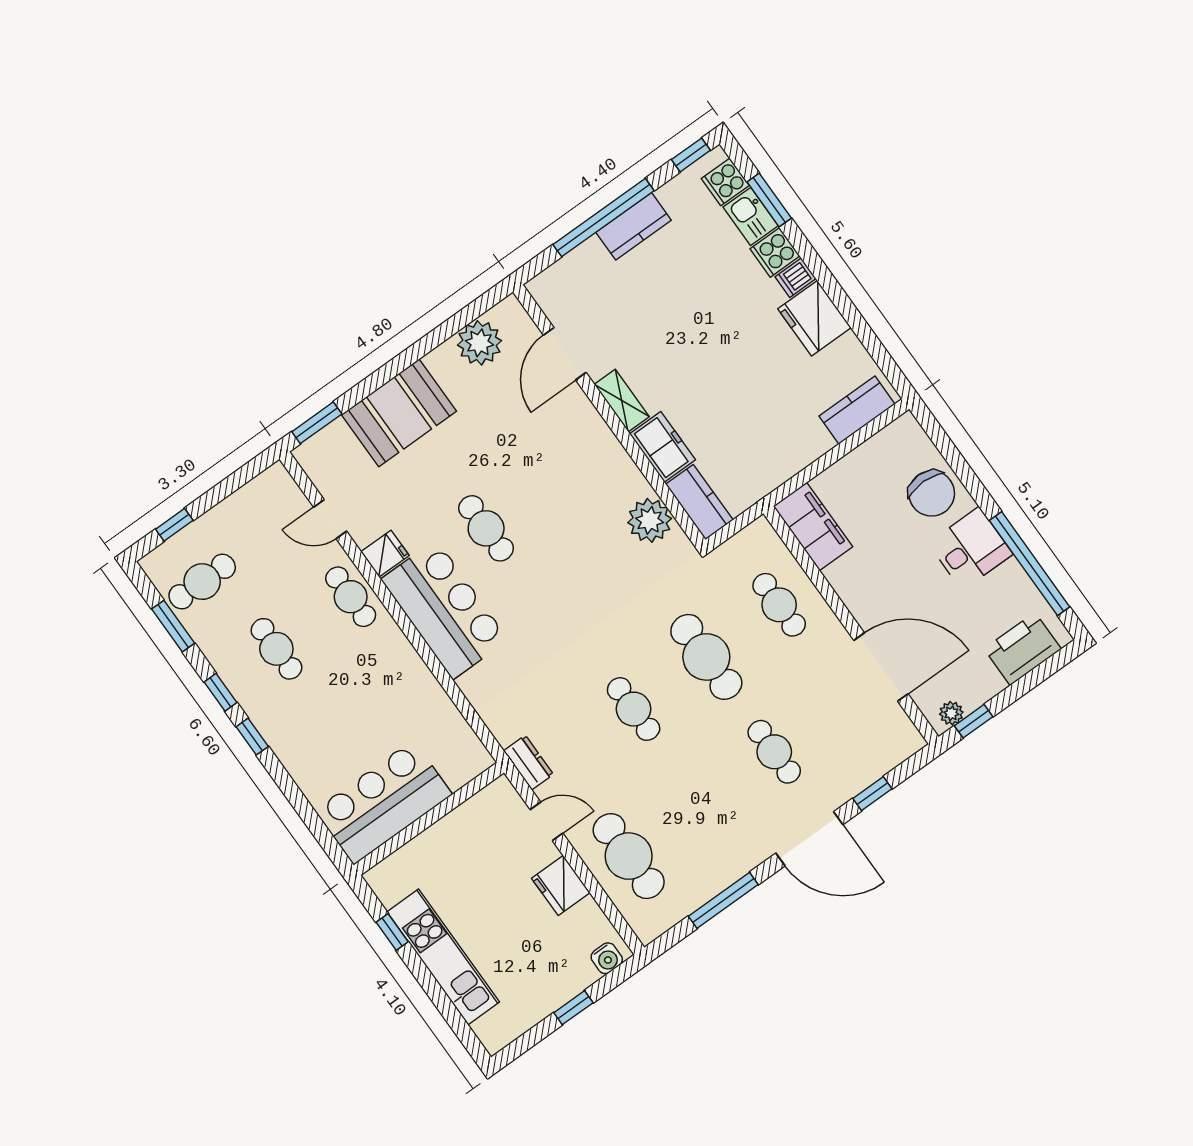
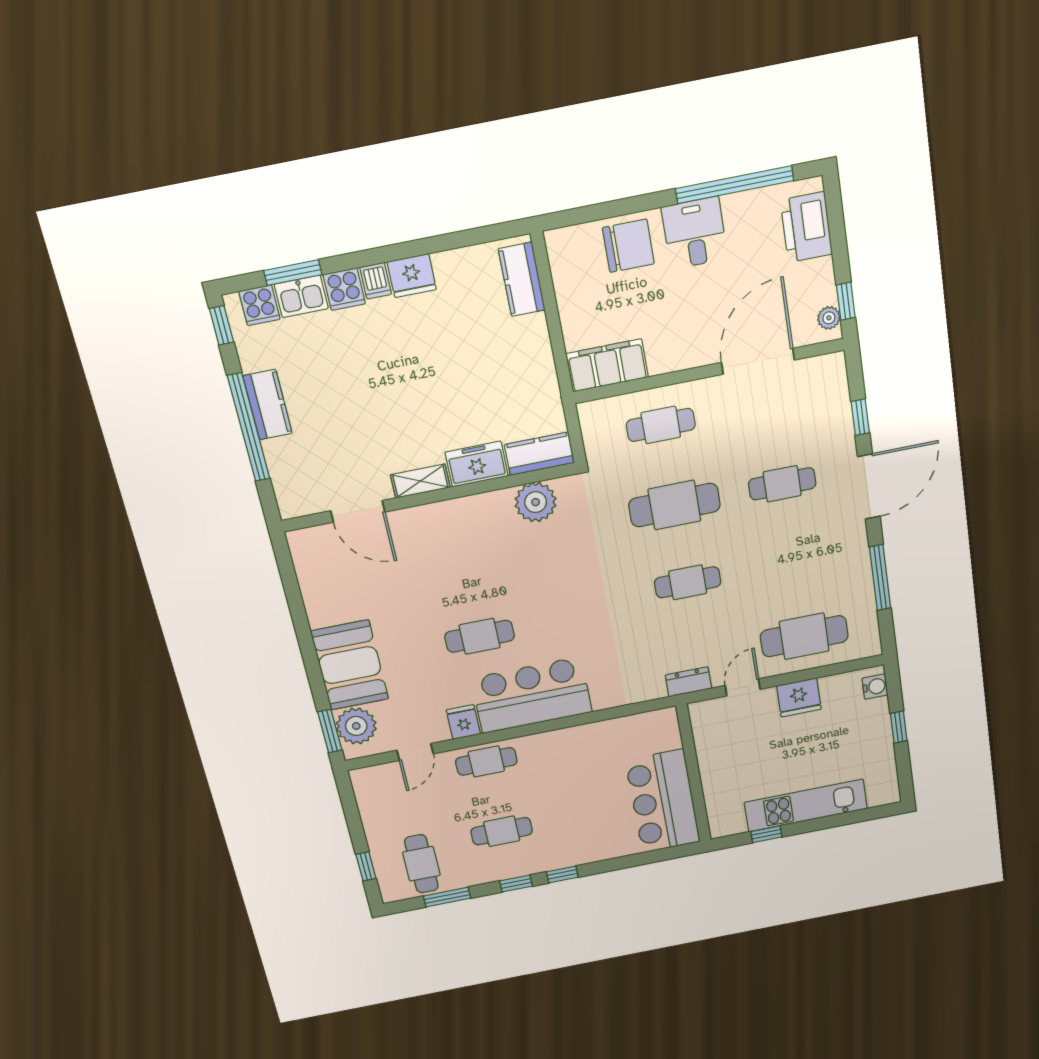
fridge: (814, 318) -> (412, 276), width x0.73, depth x0.75
plant: (480, 343) -> (356, 726), moved

